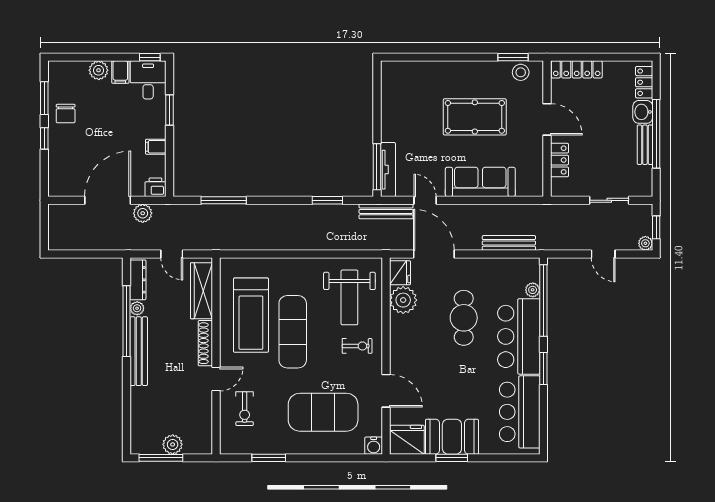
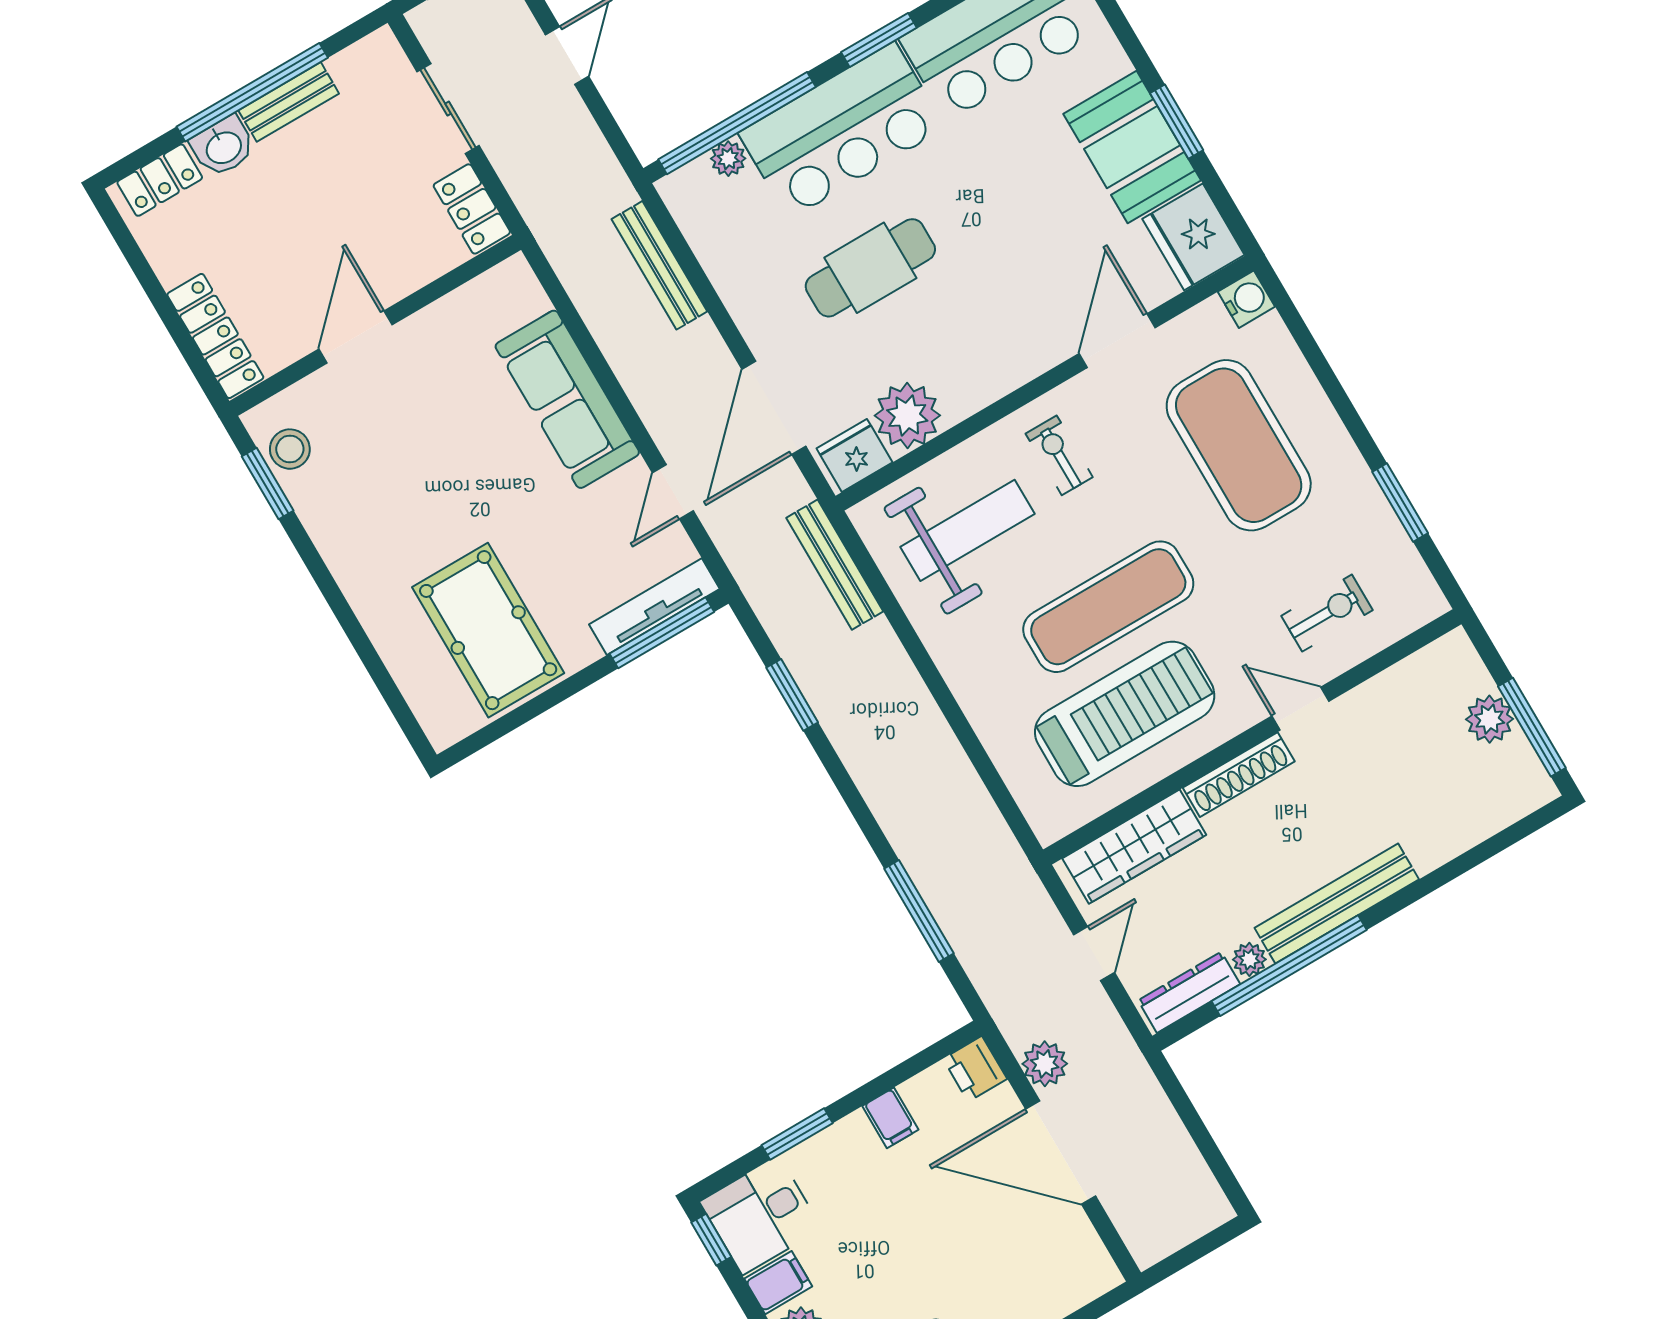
pool table: (475, 117) -> (488, 630), moved
locker: (560, 160) -> (472, 209), moved, turned -90
bench: (386, 211) -> (835, 565), moved

